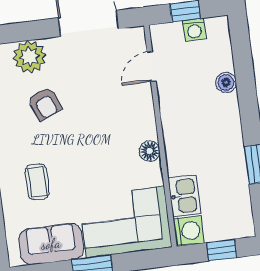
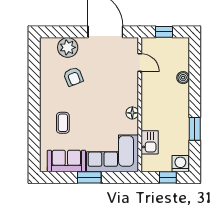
washing machine: (194, 30) -> (168, 44), removed
door: (152, 67) -> (140, 63), swing flipped
washing machine: (189, 231) -> (180, 164), moved, turned -90

